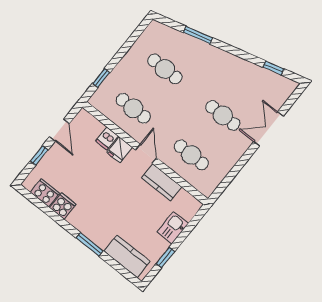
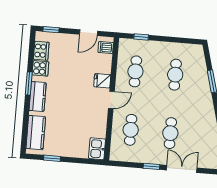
dishwasher: (107, 138) -> (106, 48), moved
window: (39, 156) -> (51, 30), moved
window: (244, 159) -> (151, 166), added
kitchen counter: (162, 182) -> (38, 97), moved, turned 180
kitchen sink: (173, 228) -> (97, 149), moved, turned -90
window: (90, 244) -> (29, 83), moved

